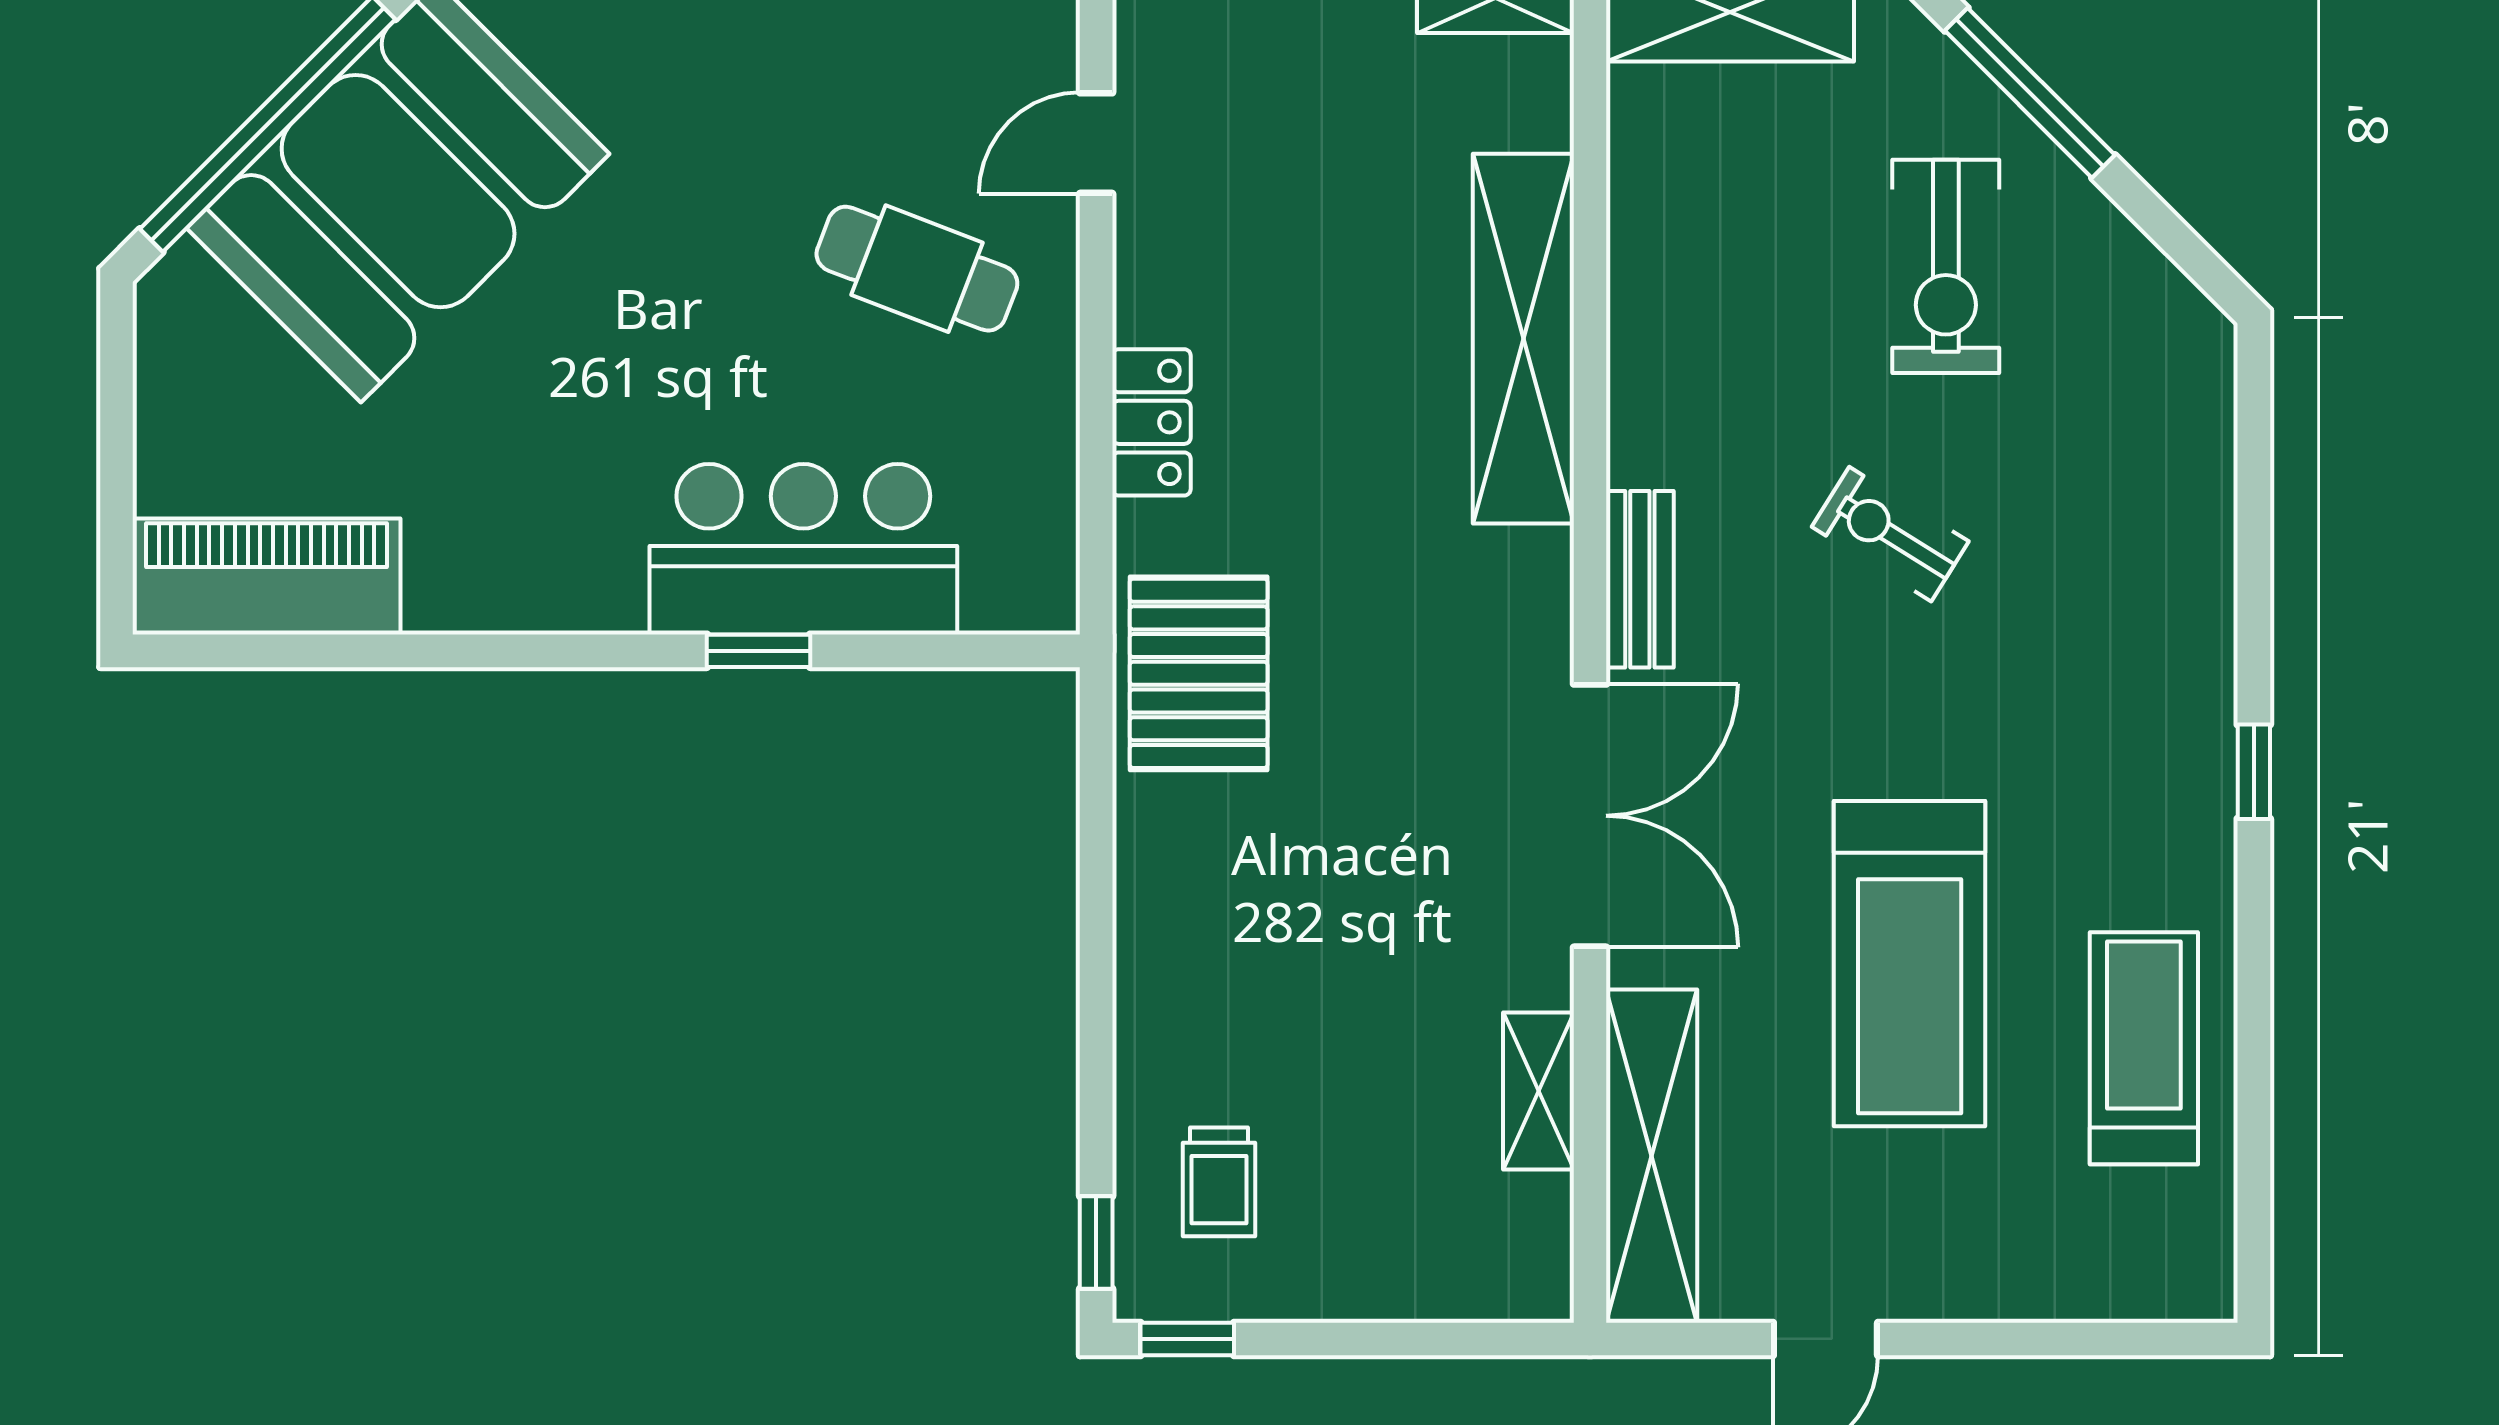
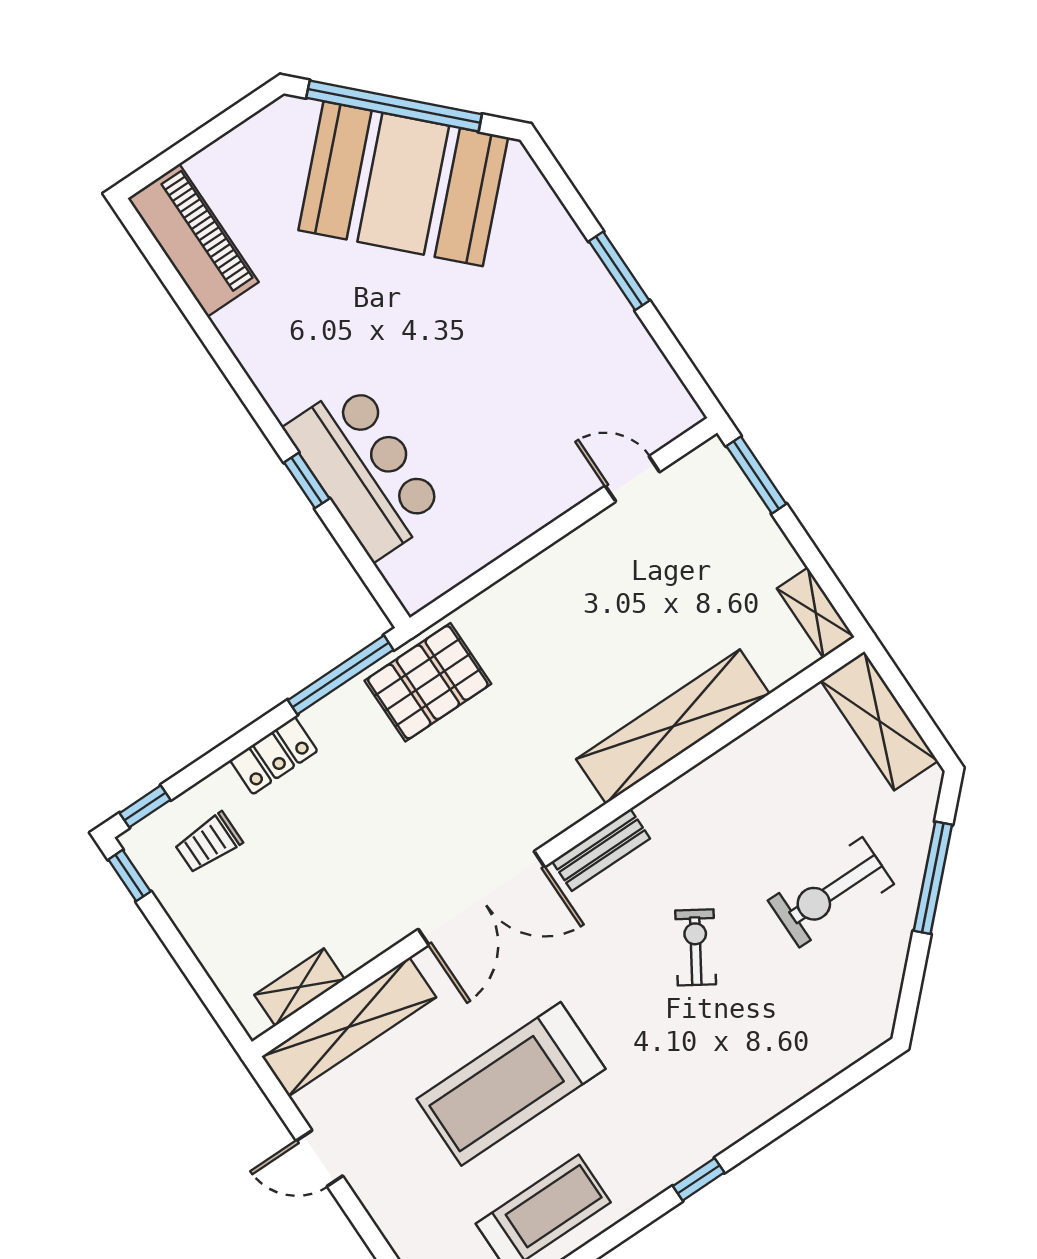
cafe table: (917, 269) -> (523, 437), removed
locker: (1151, 422) -> (274, 756), moved
window: (1096, 801) -> (341, 675), added
shelving: (1538, 1091) -> (300, 987), moved

